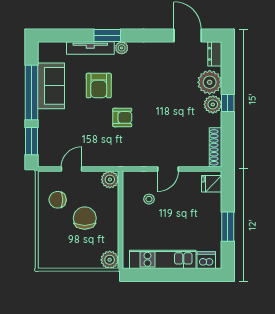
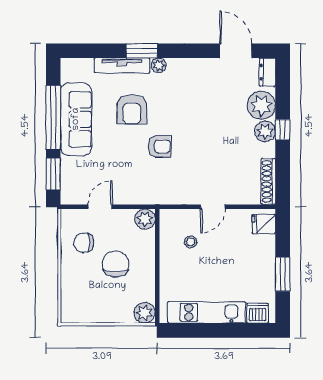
sofa: (51, 86) -> (76, 119), width x1.36

